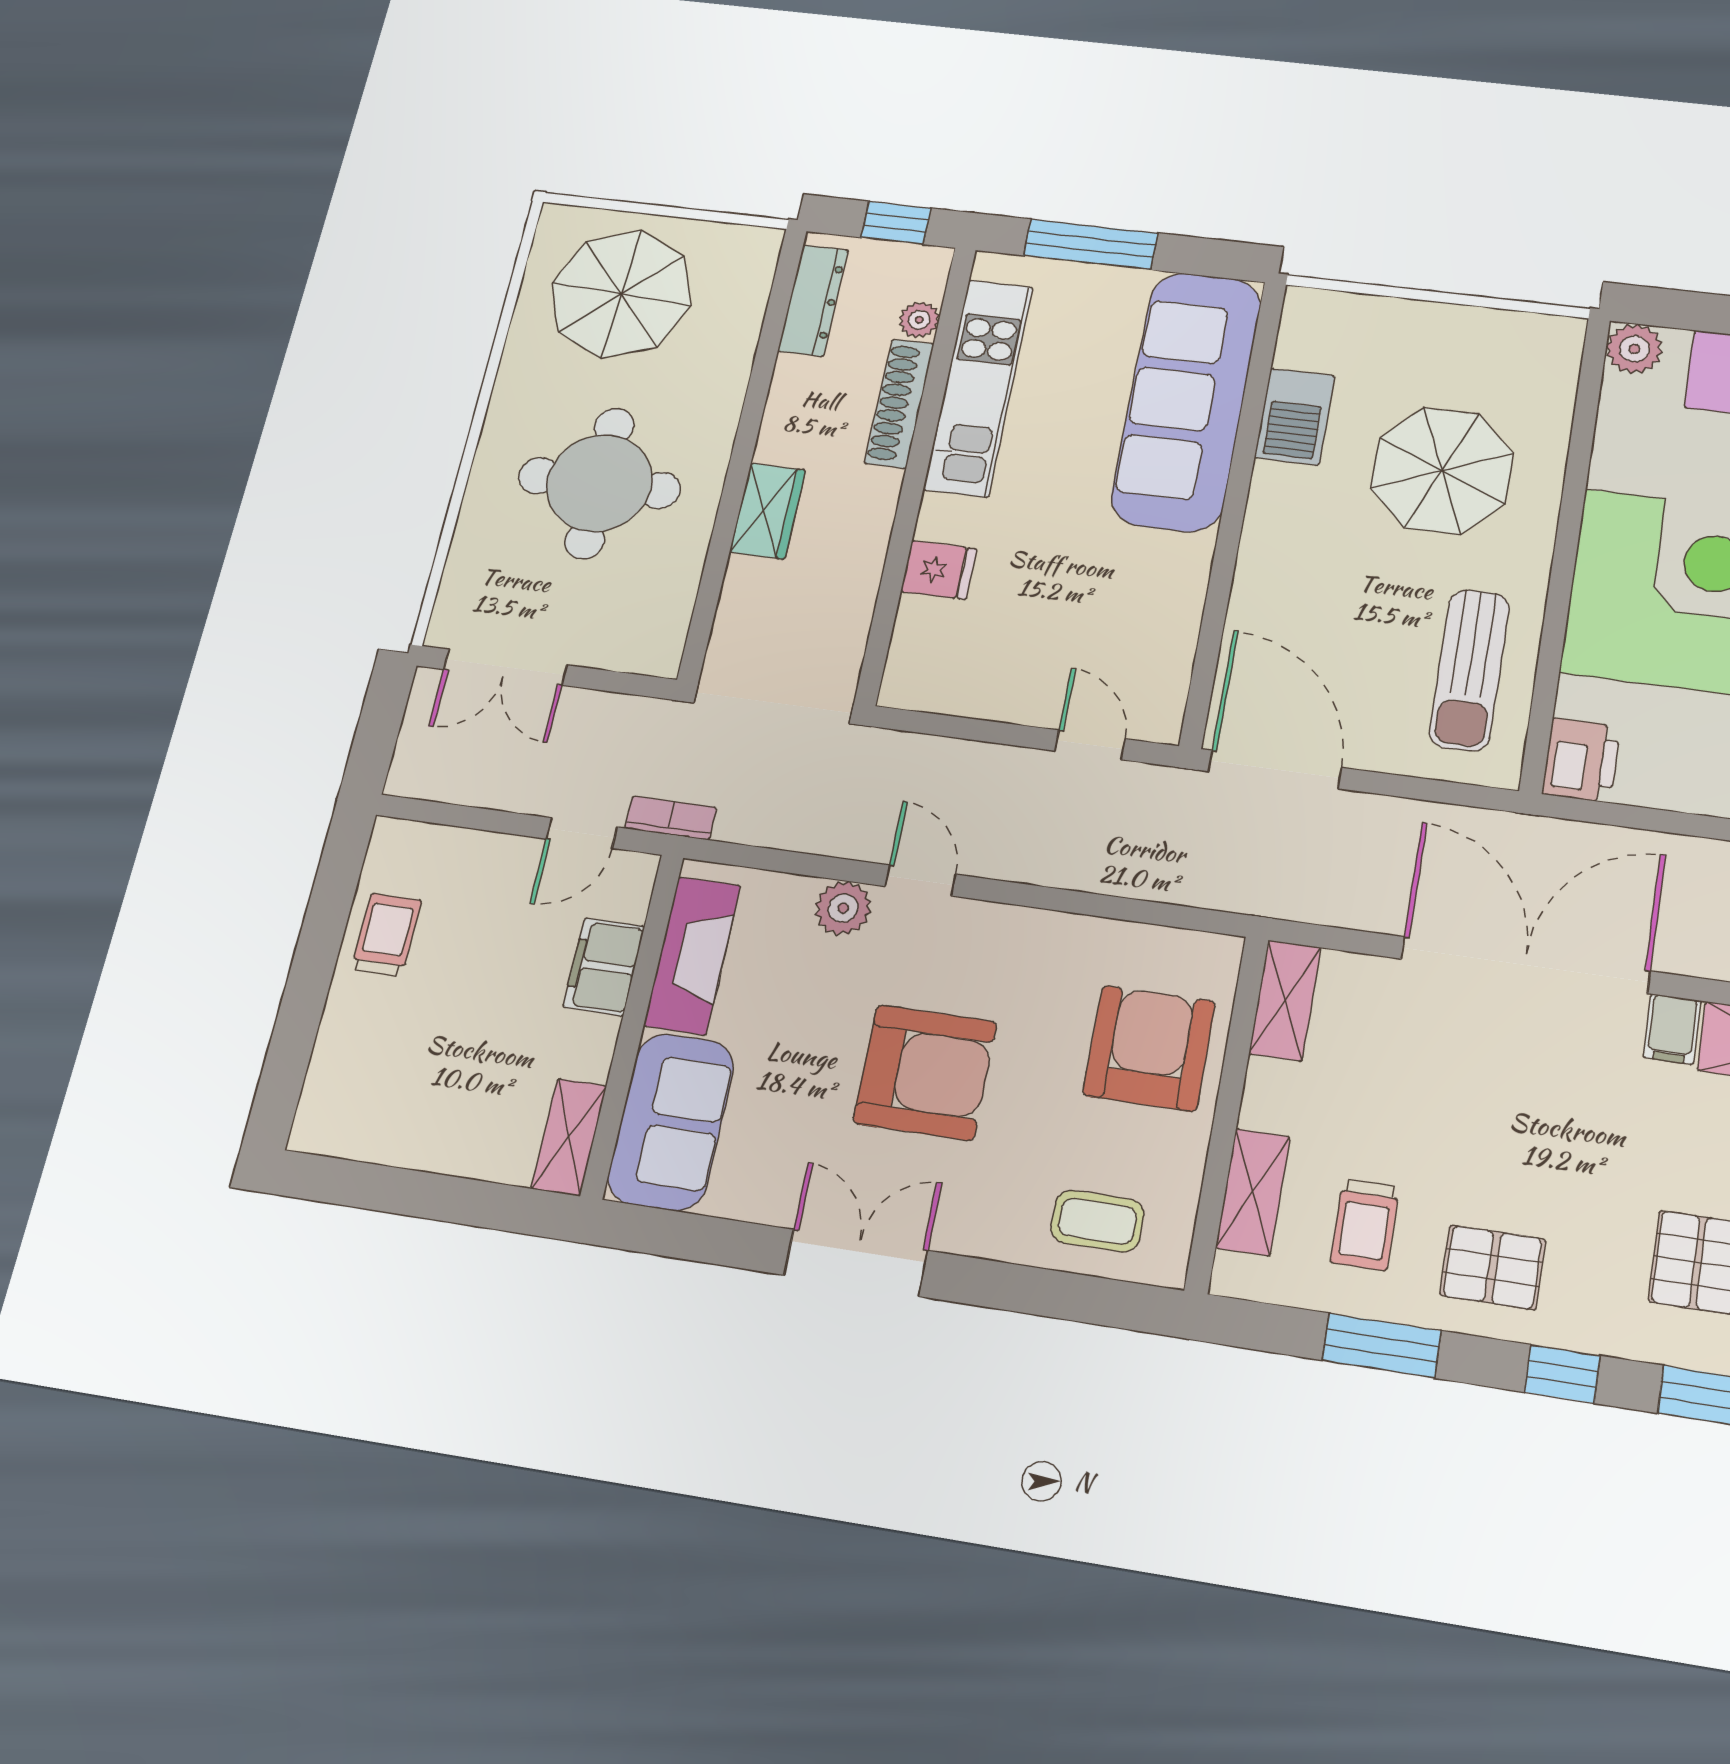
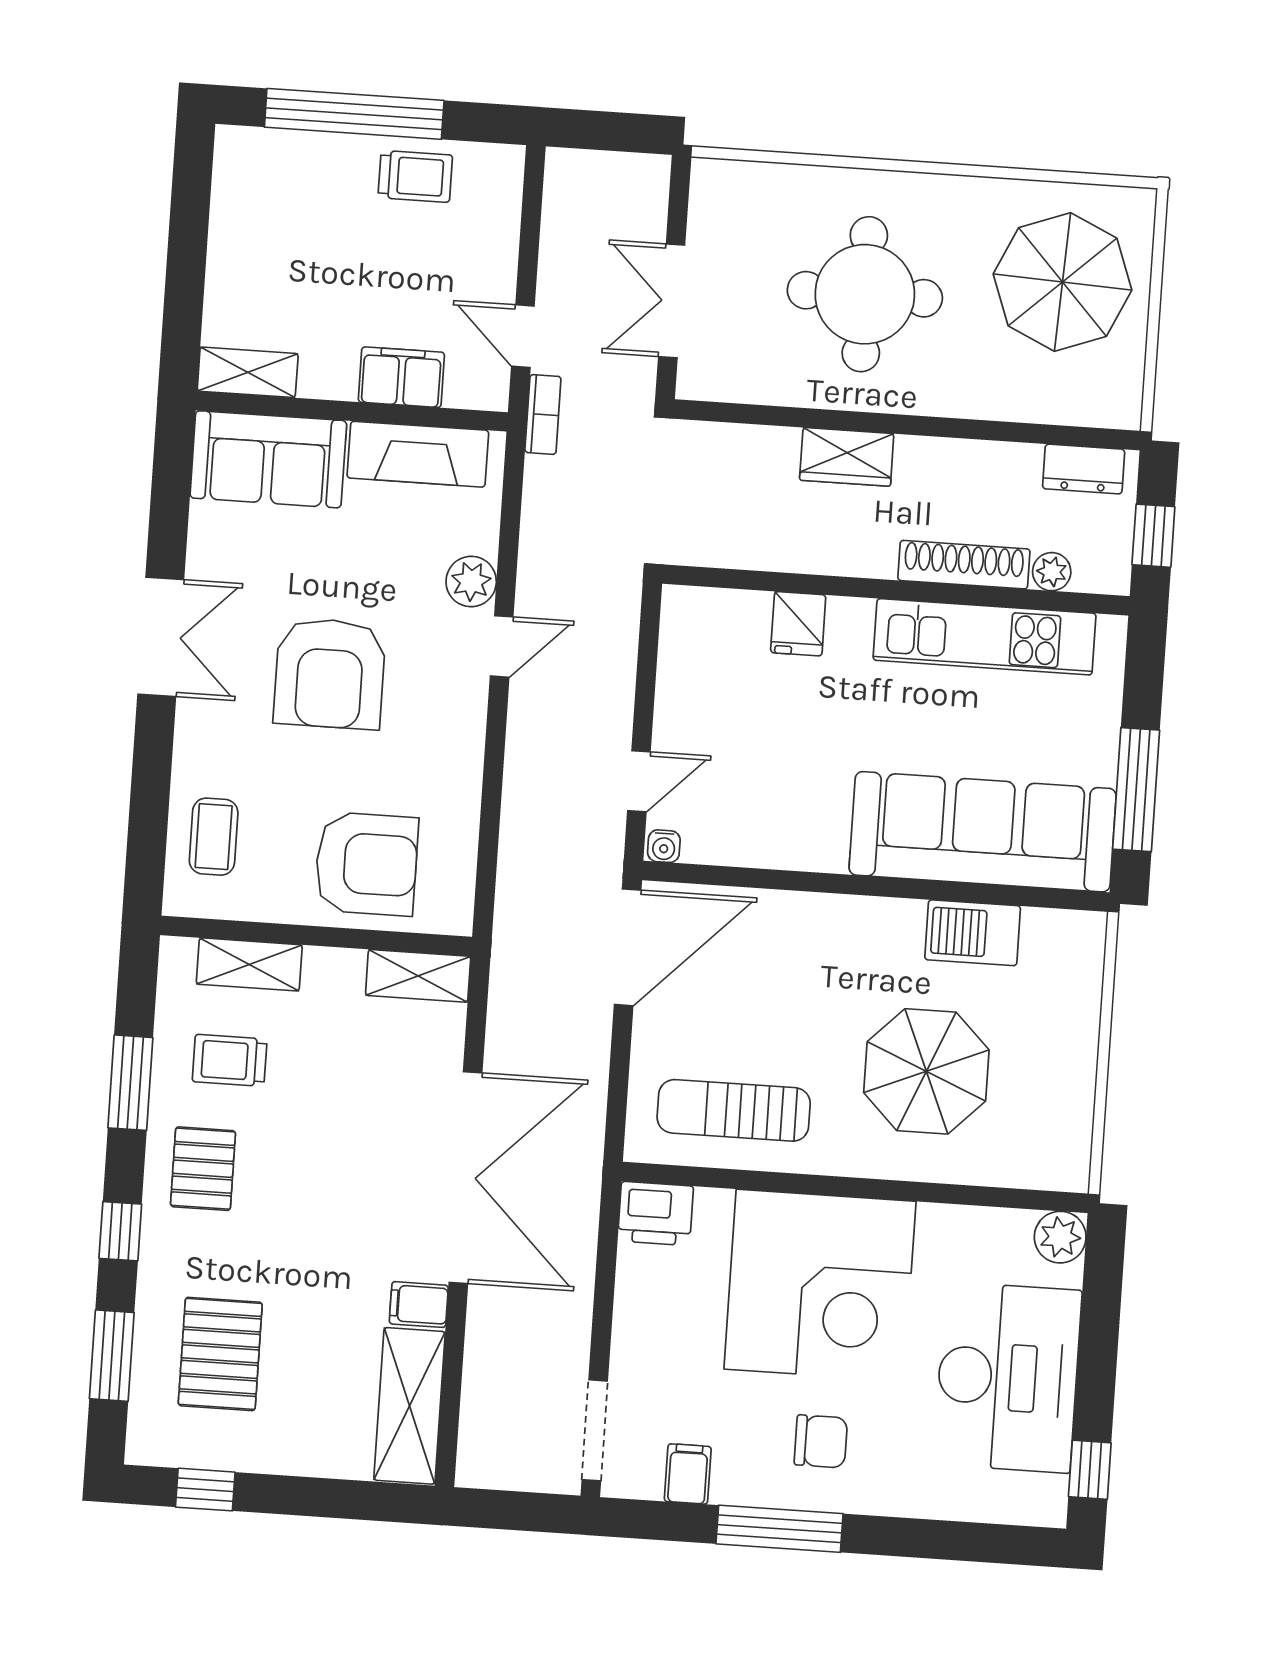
window: (1091, 244) -> (1136, 790), moved
dresser: (813, 300) -> (1084, 469), width x0.70
double door: (505, 667) -> (672, 301), moved
water cooler: (1165, 724) -> (664, 846), added
window: (305, 996) -> (354, 114), added

